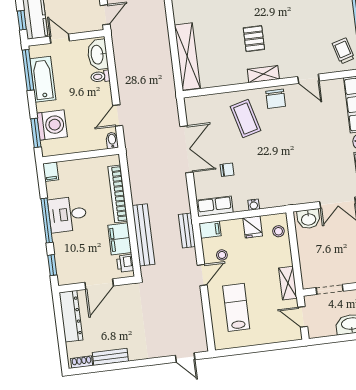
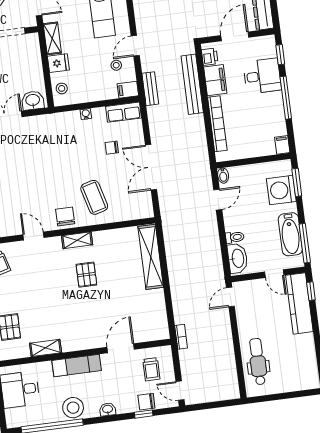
desk: (68, 214) -> (262, 76), moved
fridge: (253, 227) -> (58, 63), moved, turned 90

